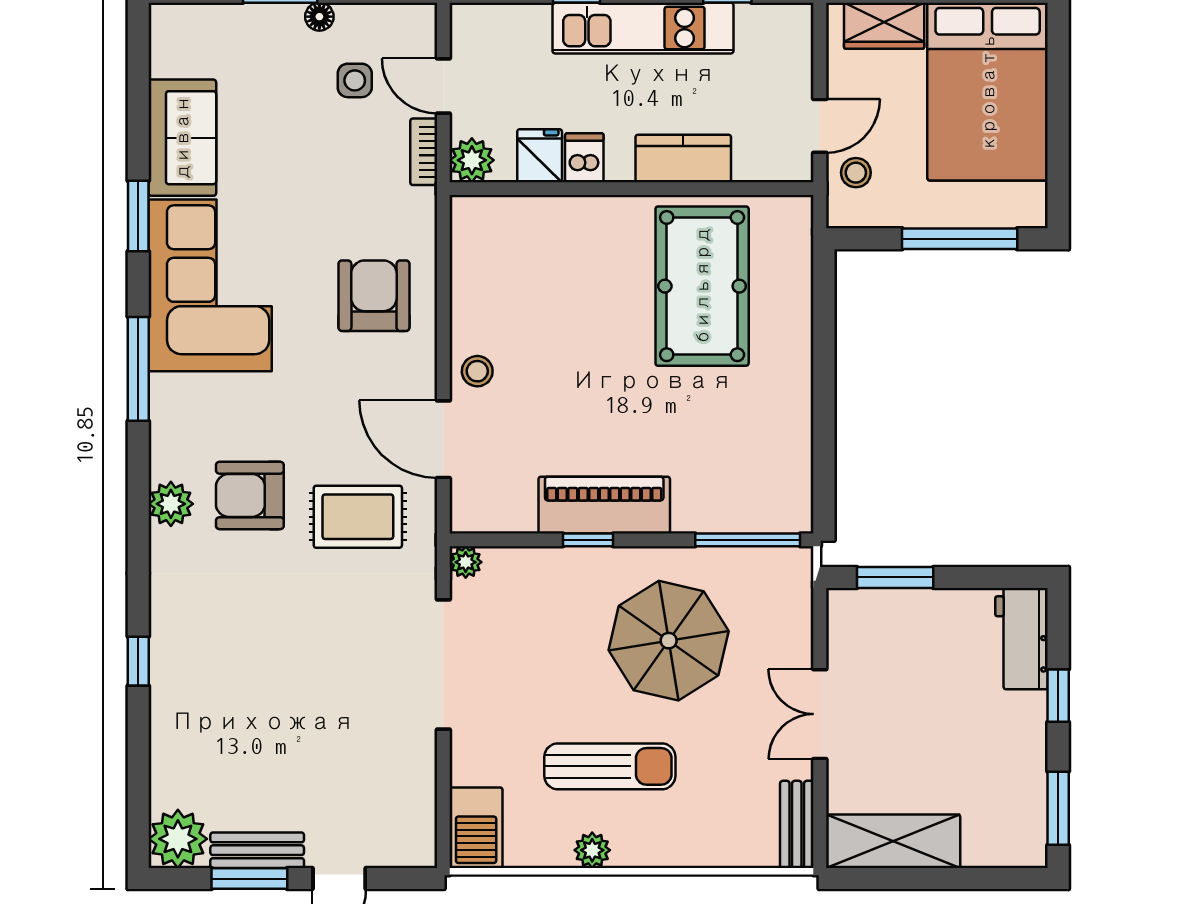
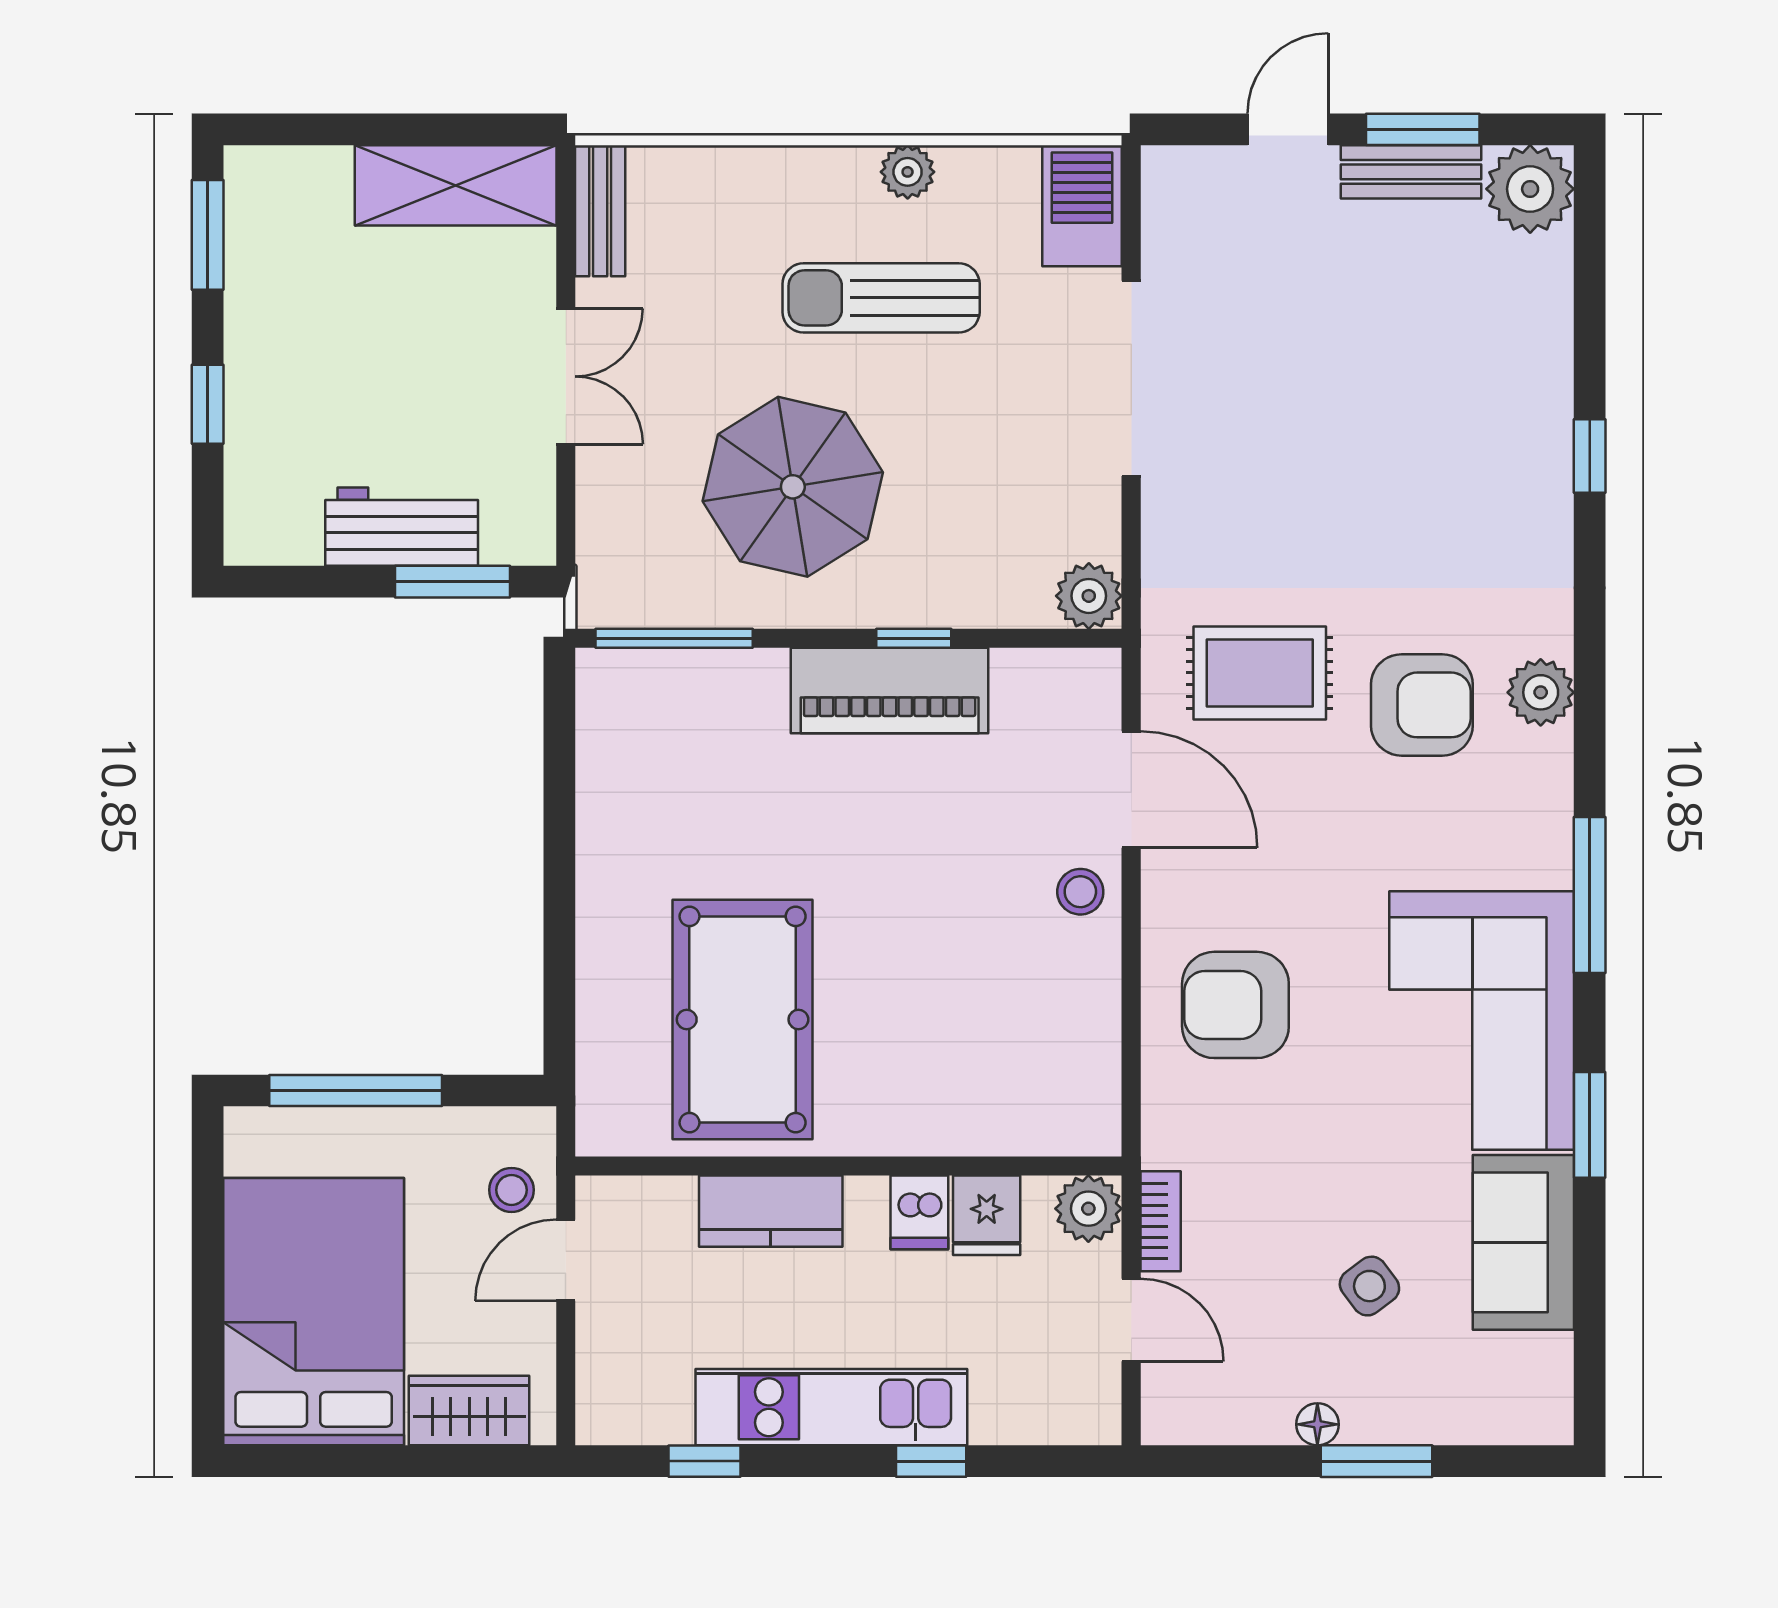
side table: (355, 80) -> (1369, 1286), moved, turned -37
armchair: (374, 296) -> (1235, 1005), turned 90
plant: (466, 562) -> (1089, 596), width x1.38, depth x1.38
workbench: (1021, 639) -> (402, 527), moved, turned -90
doorway: (443, 665) -> (1131, 378), moved

